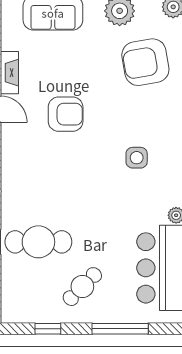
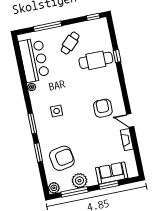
armchair: (66, 114) -> (103, 108), moved, turned 90
window: (48, 329) -> (93, 17), moved

